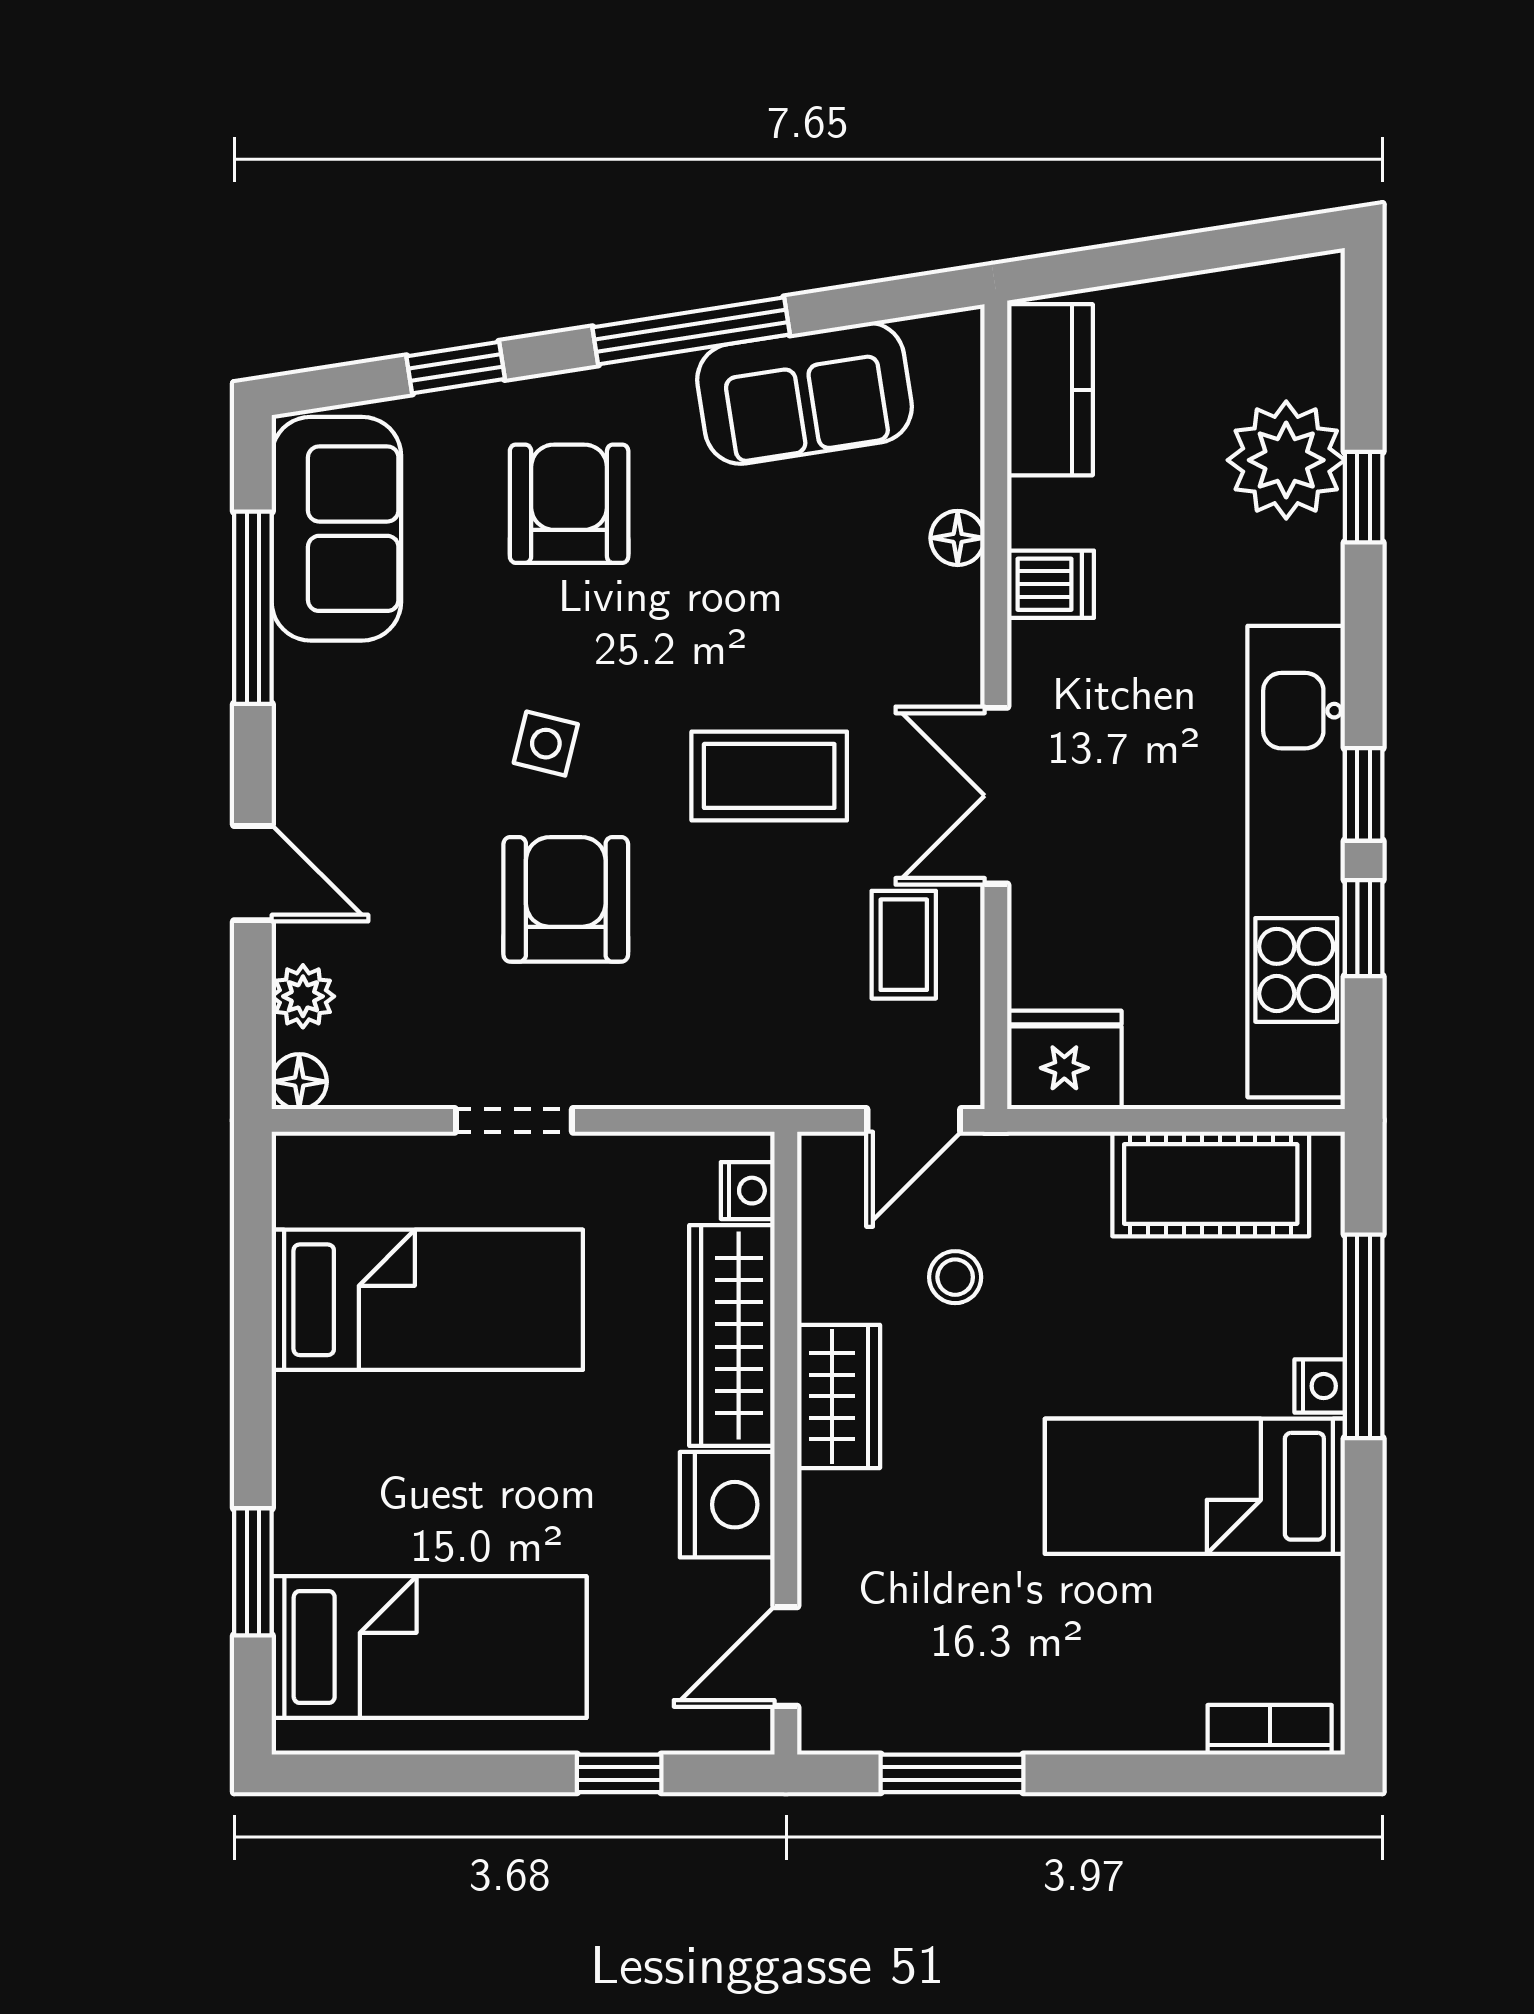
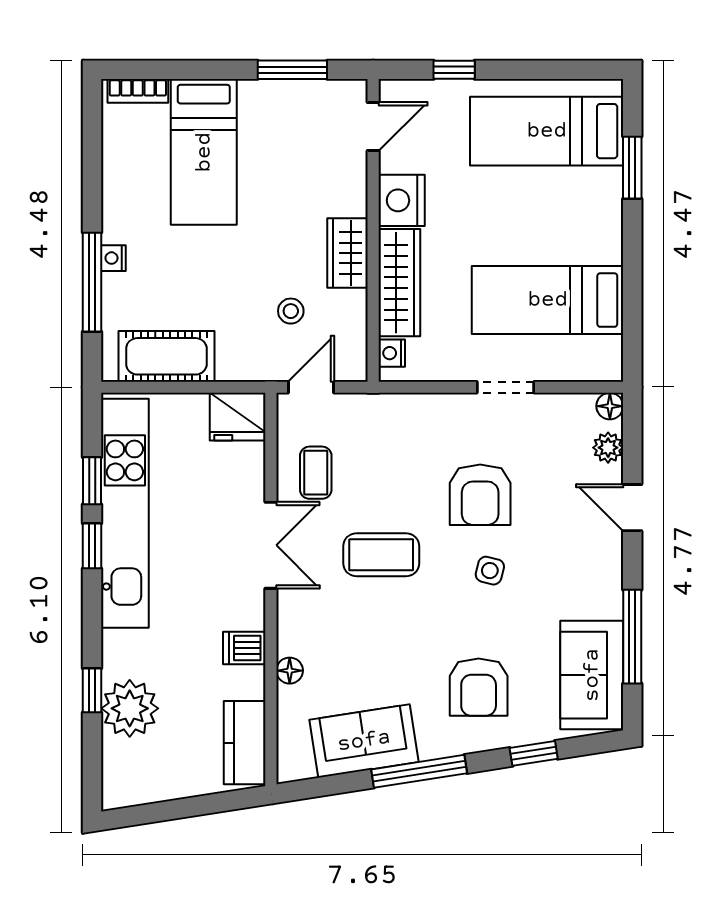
bed: (1195, 1486) -> (204, 152), moved, turned 90

